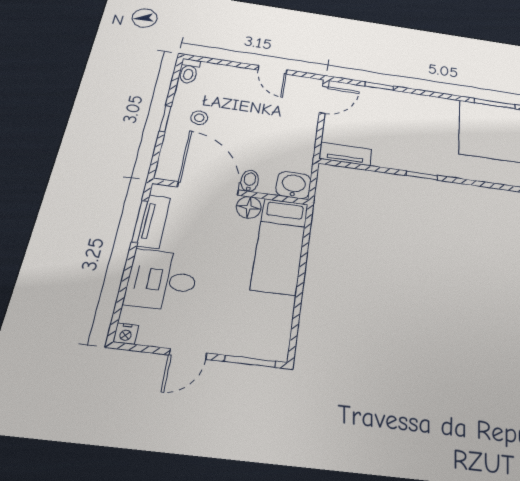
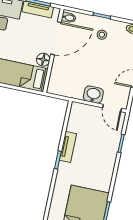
tv unit: (345, 154) -> (68, 147), moved
bidet: (250, 181) -> (69, 18), moved
washbasin: (294, 185) -> (93, 95), moved, turned -90

